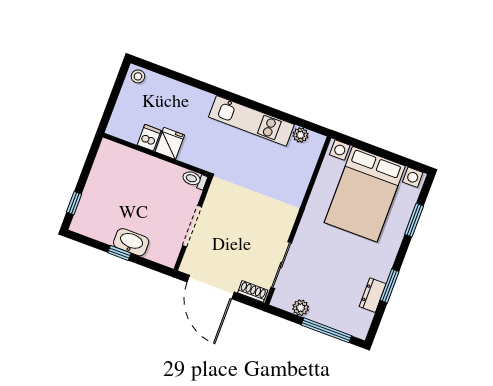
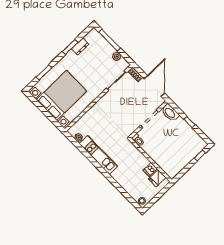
fridge: (170, 143) -> (157, 178), moved
washbasin: (131, 242) -> (170, 113), moved

